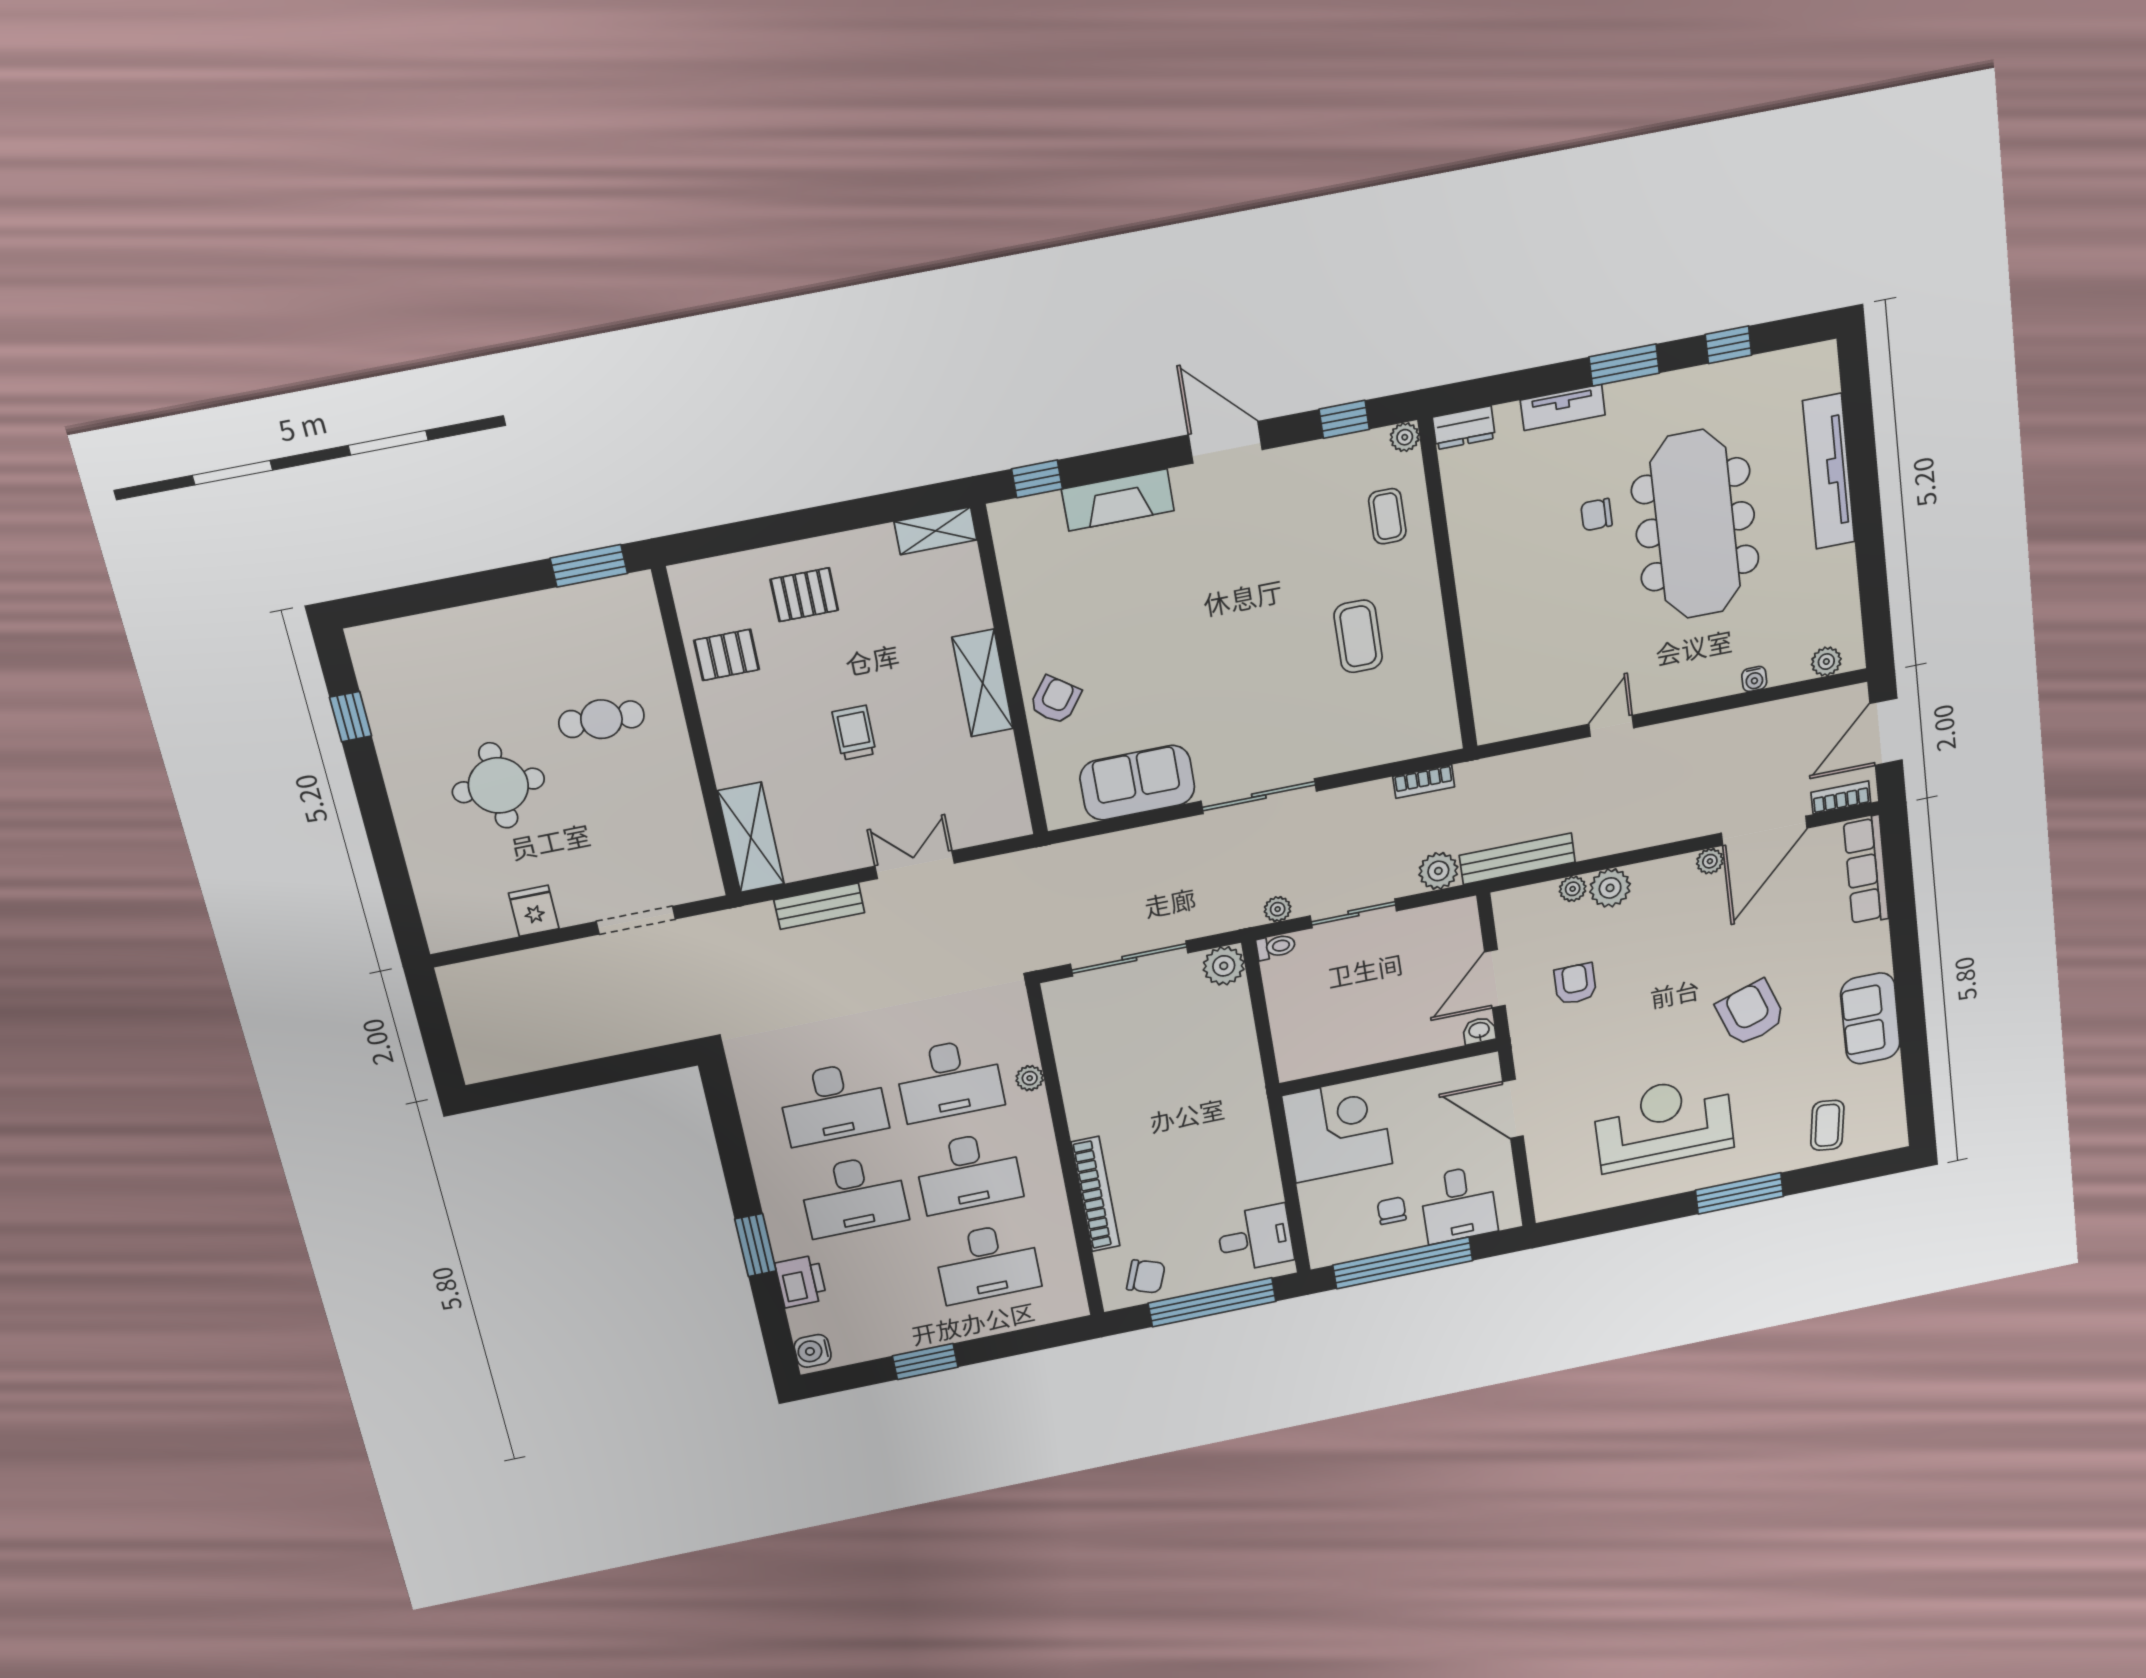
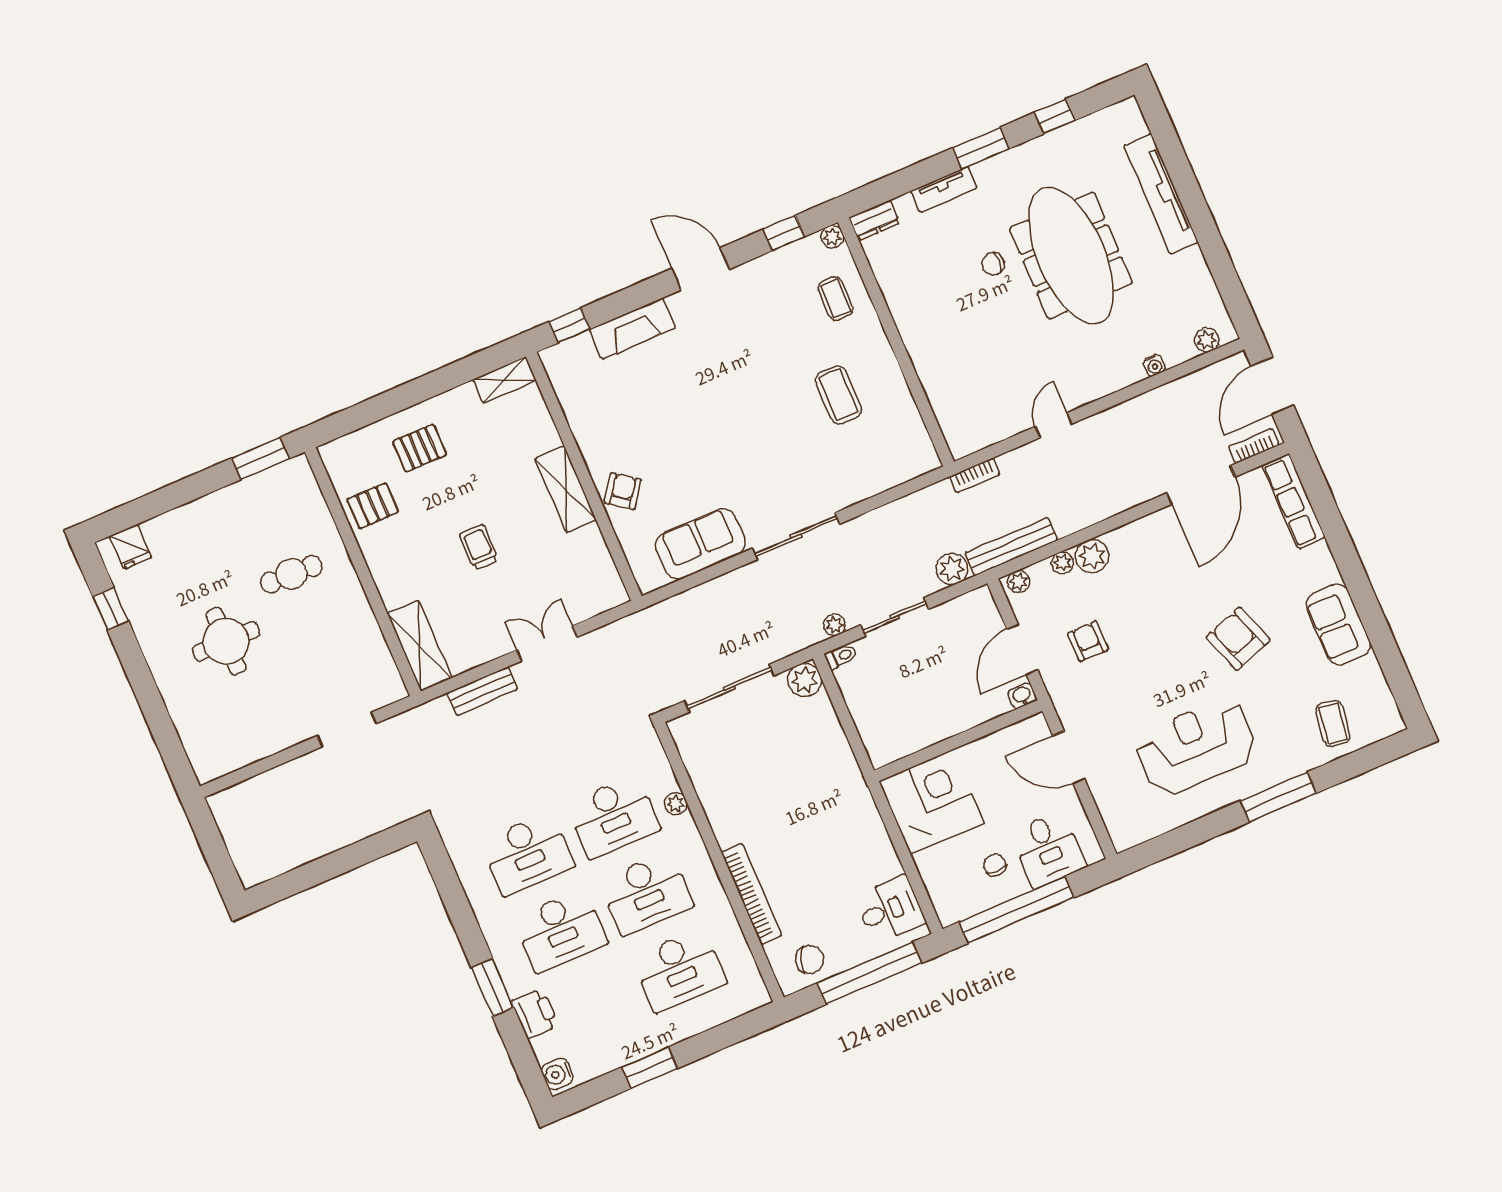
bookcase: (1424, 782) -> (975, 475), moved
plant: (1710, 861) -> (1019, 582), moved
fridge: (534, 911) -> (131, 547), moved, turned 180

